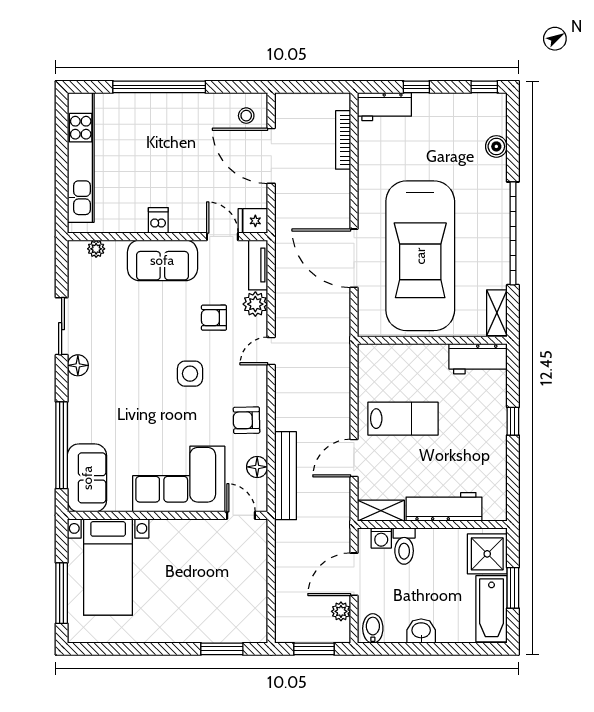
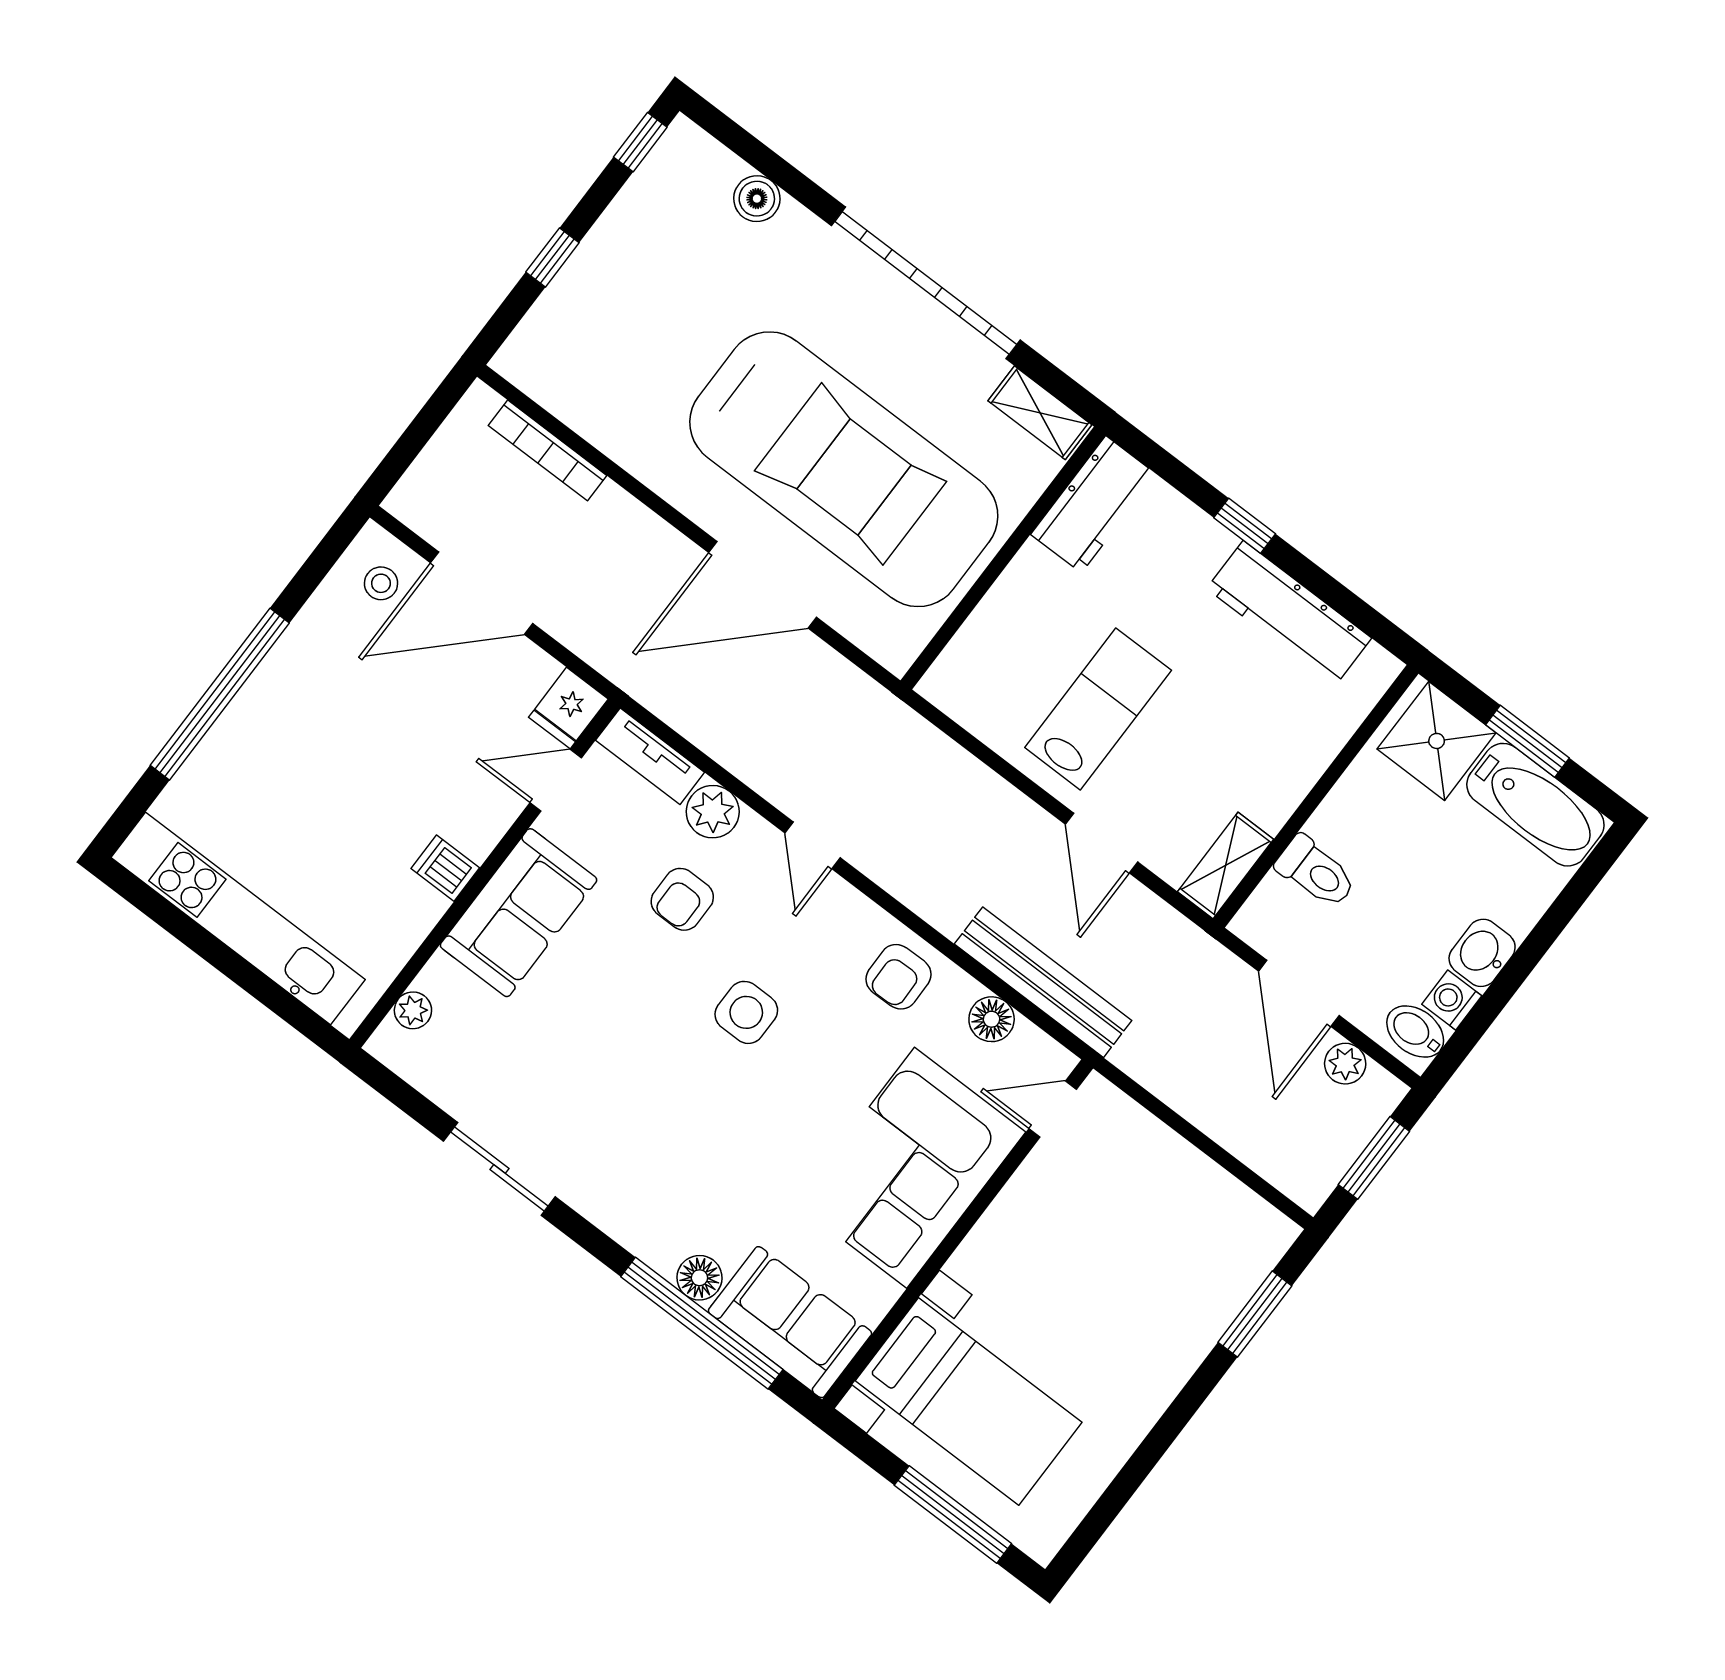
workbench: (384, 107) -> (545, 337), removed
floor lamp: (78, 365) -> (699, 1278), moved
workbench: (444, 507) -> (1289, 613), moved, turned -90
washing machine: (381, 538) -> (1452, 1000), moved, turned 180

